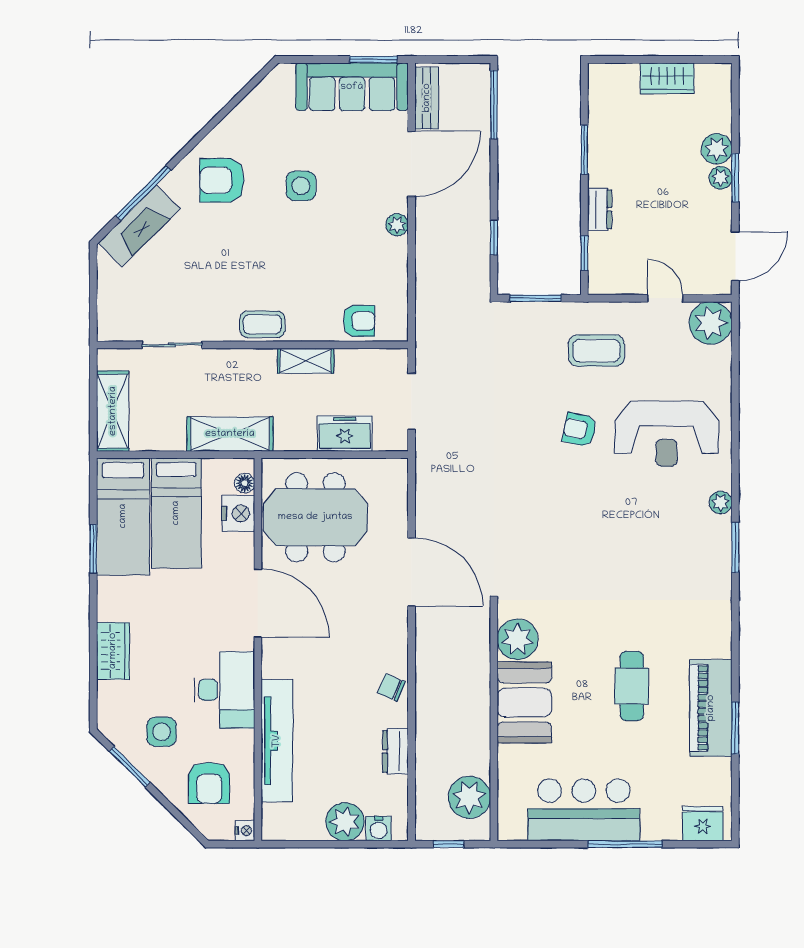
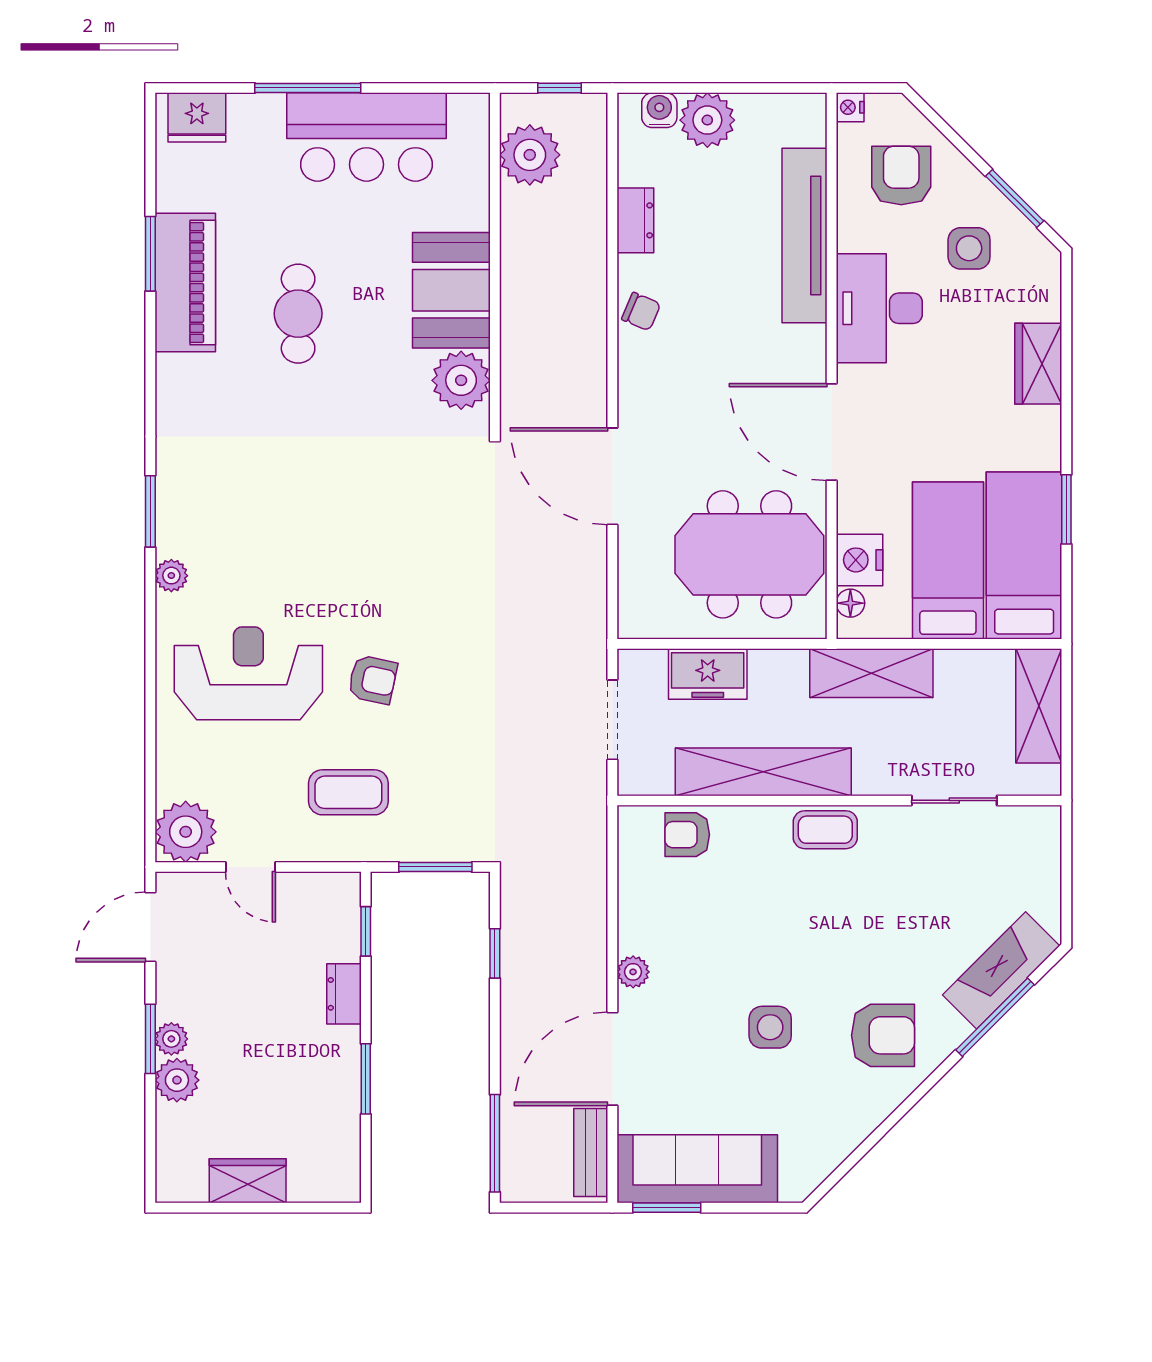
shelving: (306, 361) -> (763, 772), width x2.20, depth x1.33

